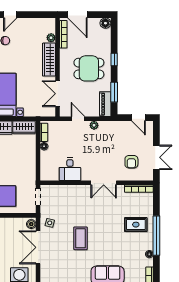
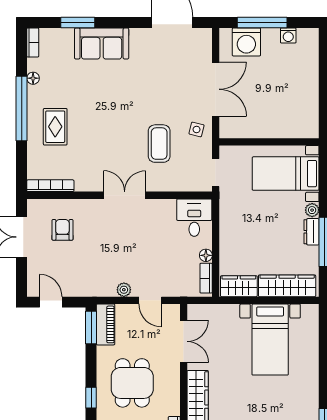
dining table: (89, 68) -> (132, 383), turned 90
window: (114, 92) -> (91, 327), moved
desk: (70, 169) -> (194, 218), moved
double door: (104, 183) -> (125, 195), moved
boiler: (31, 224) -> (227, 127), removed
rug: (136, 225) -> (55, 127), turned 90
coffee table: (81, 238) -> (159, 144), moved

